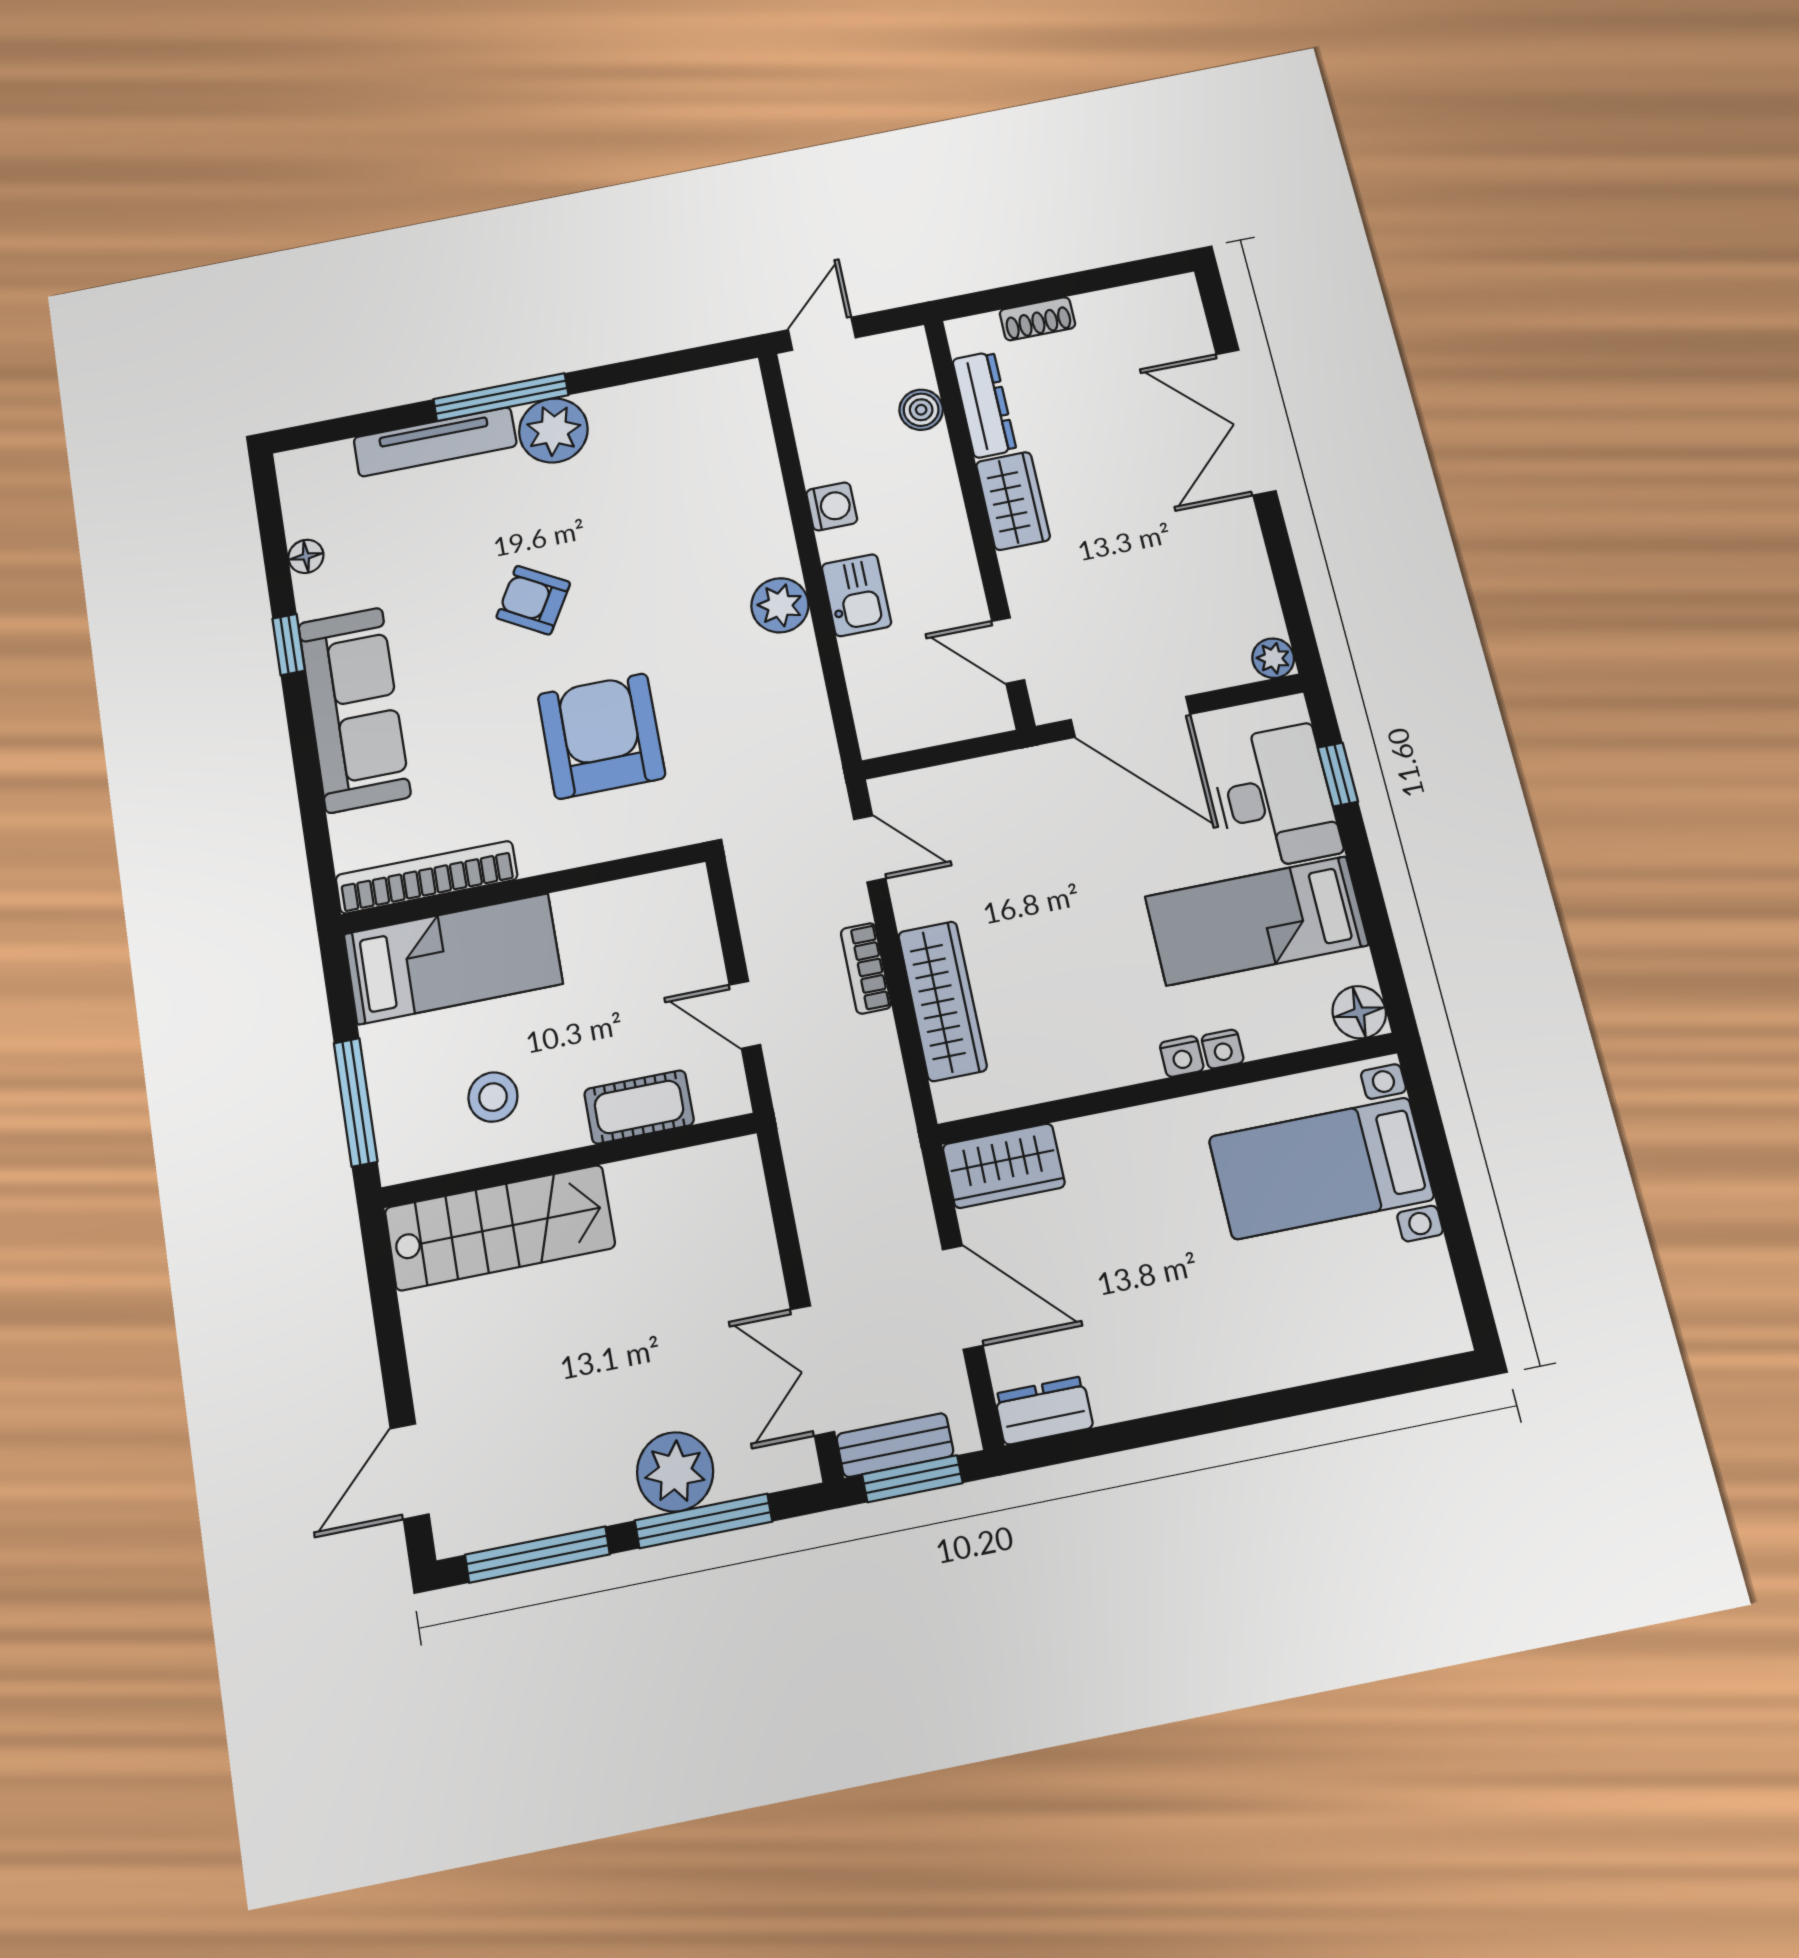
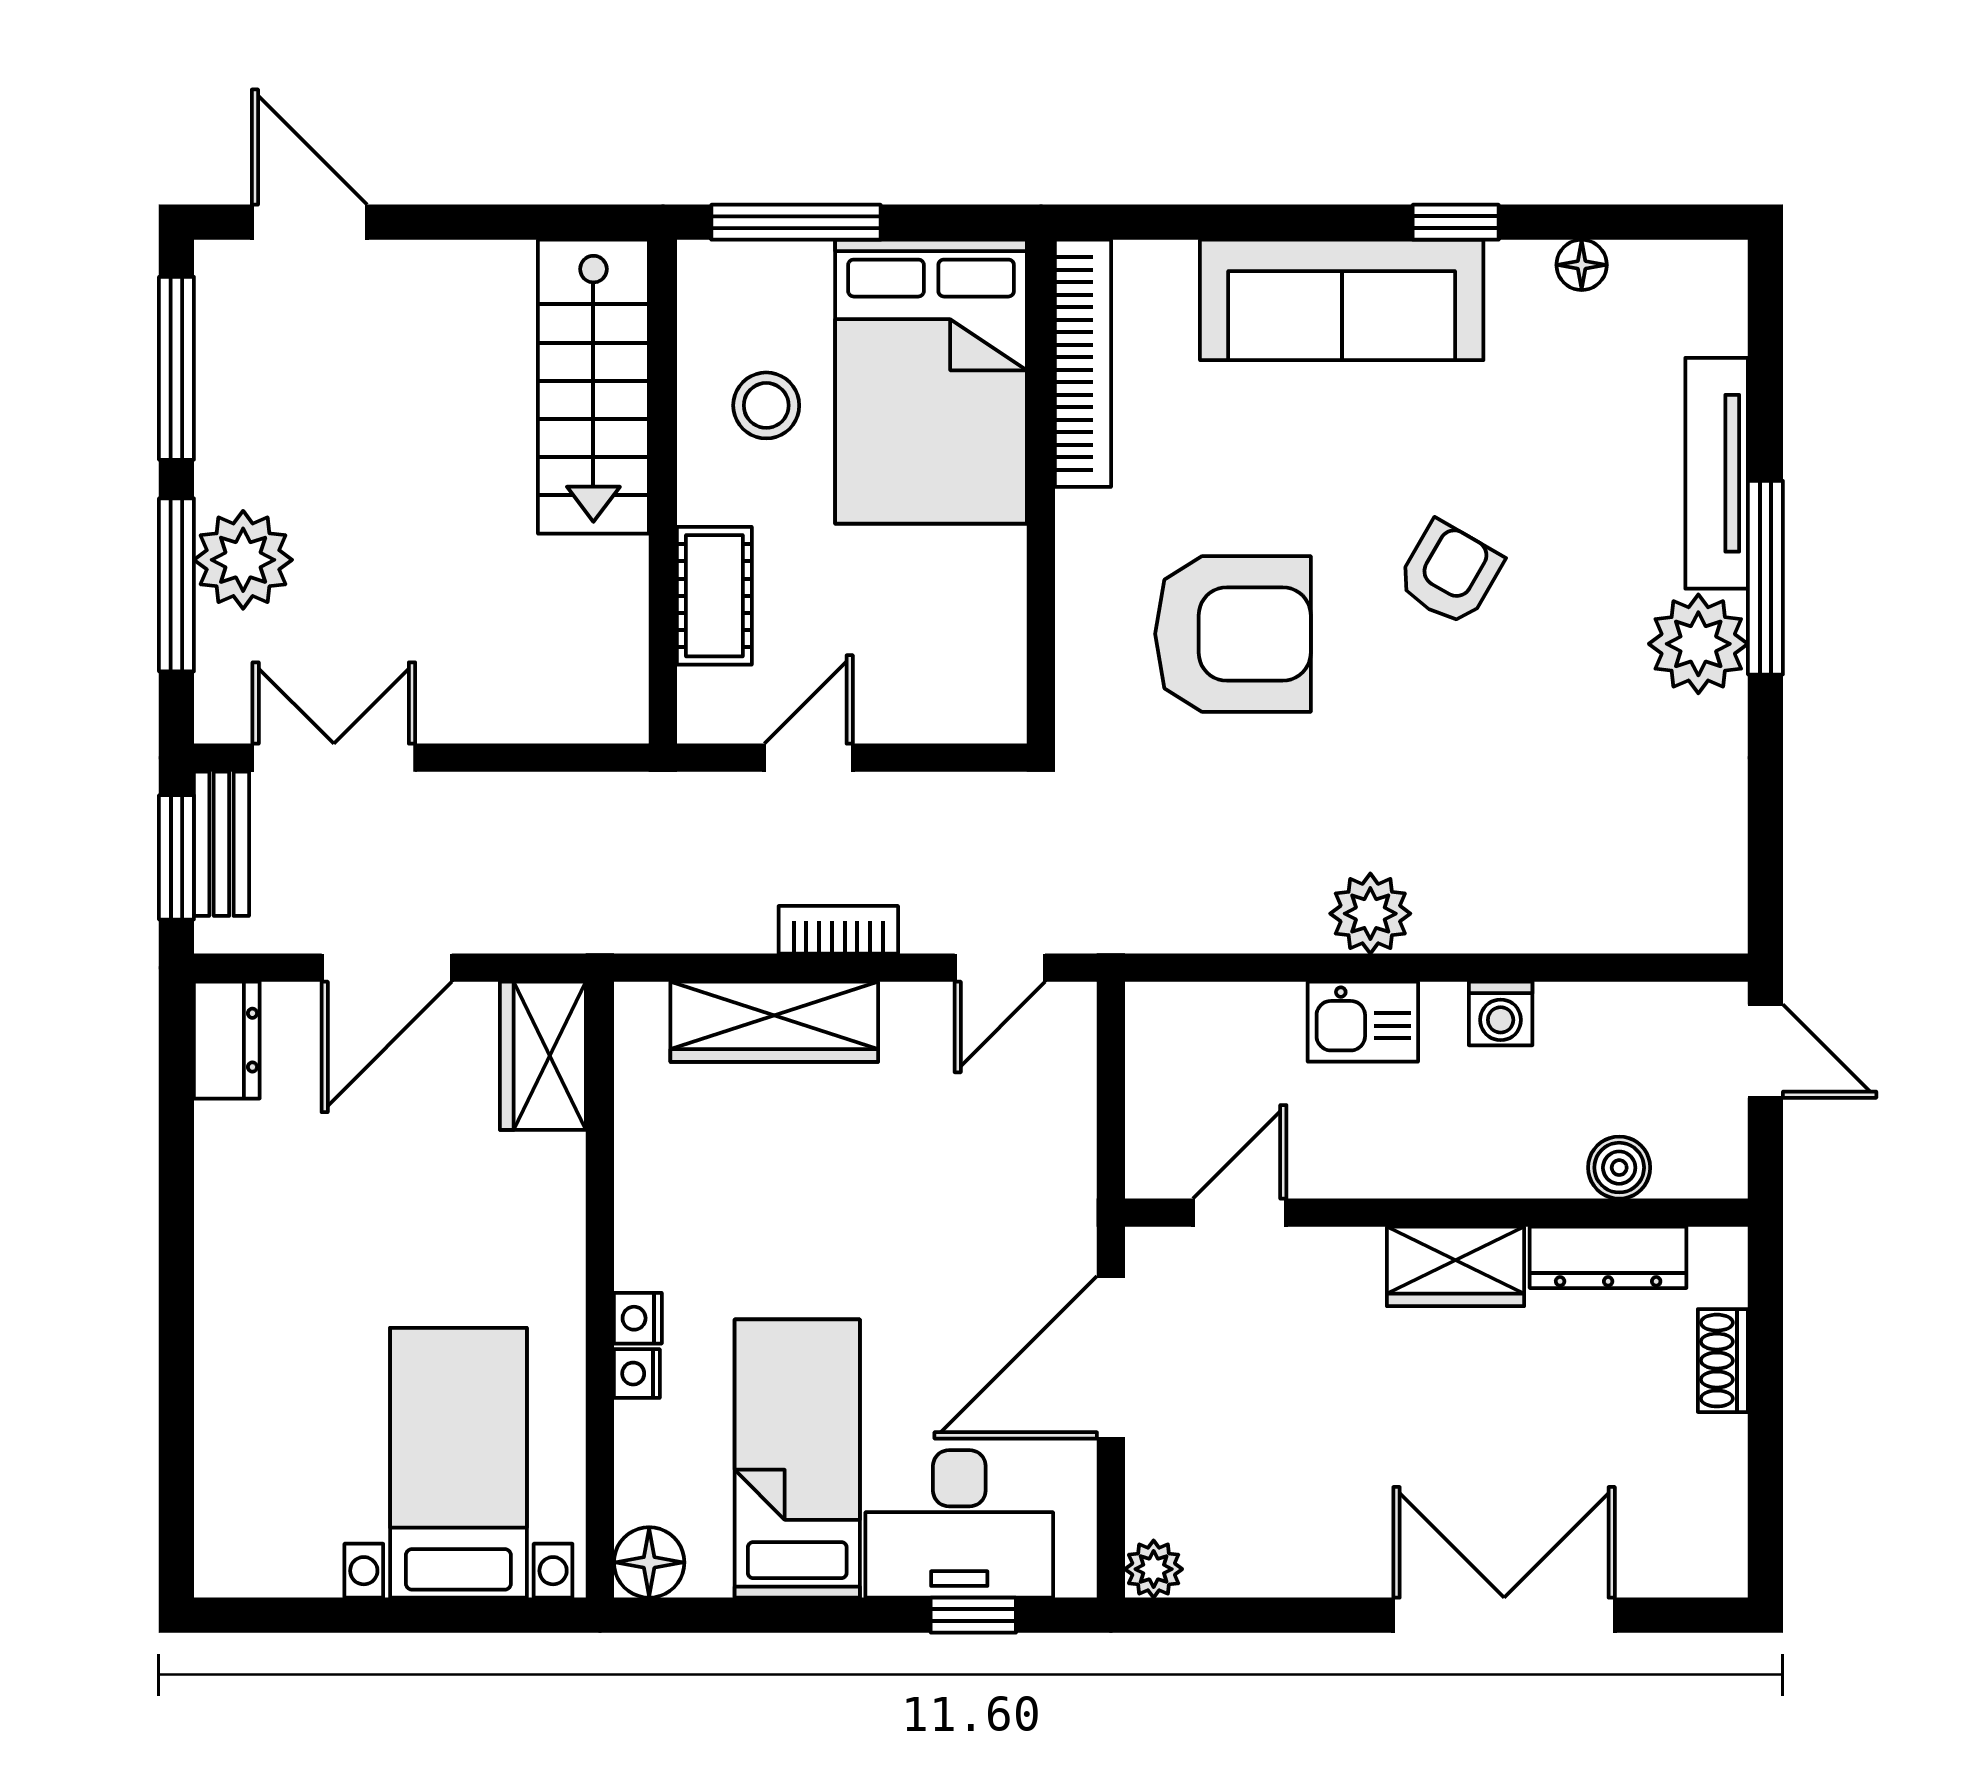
bed: (453, 959) -> (931, 382), width x1.50

